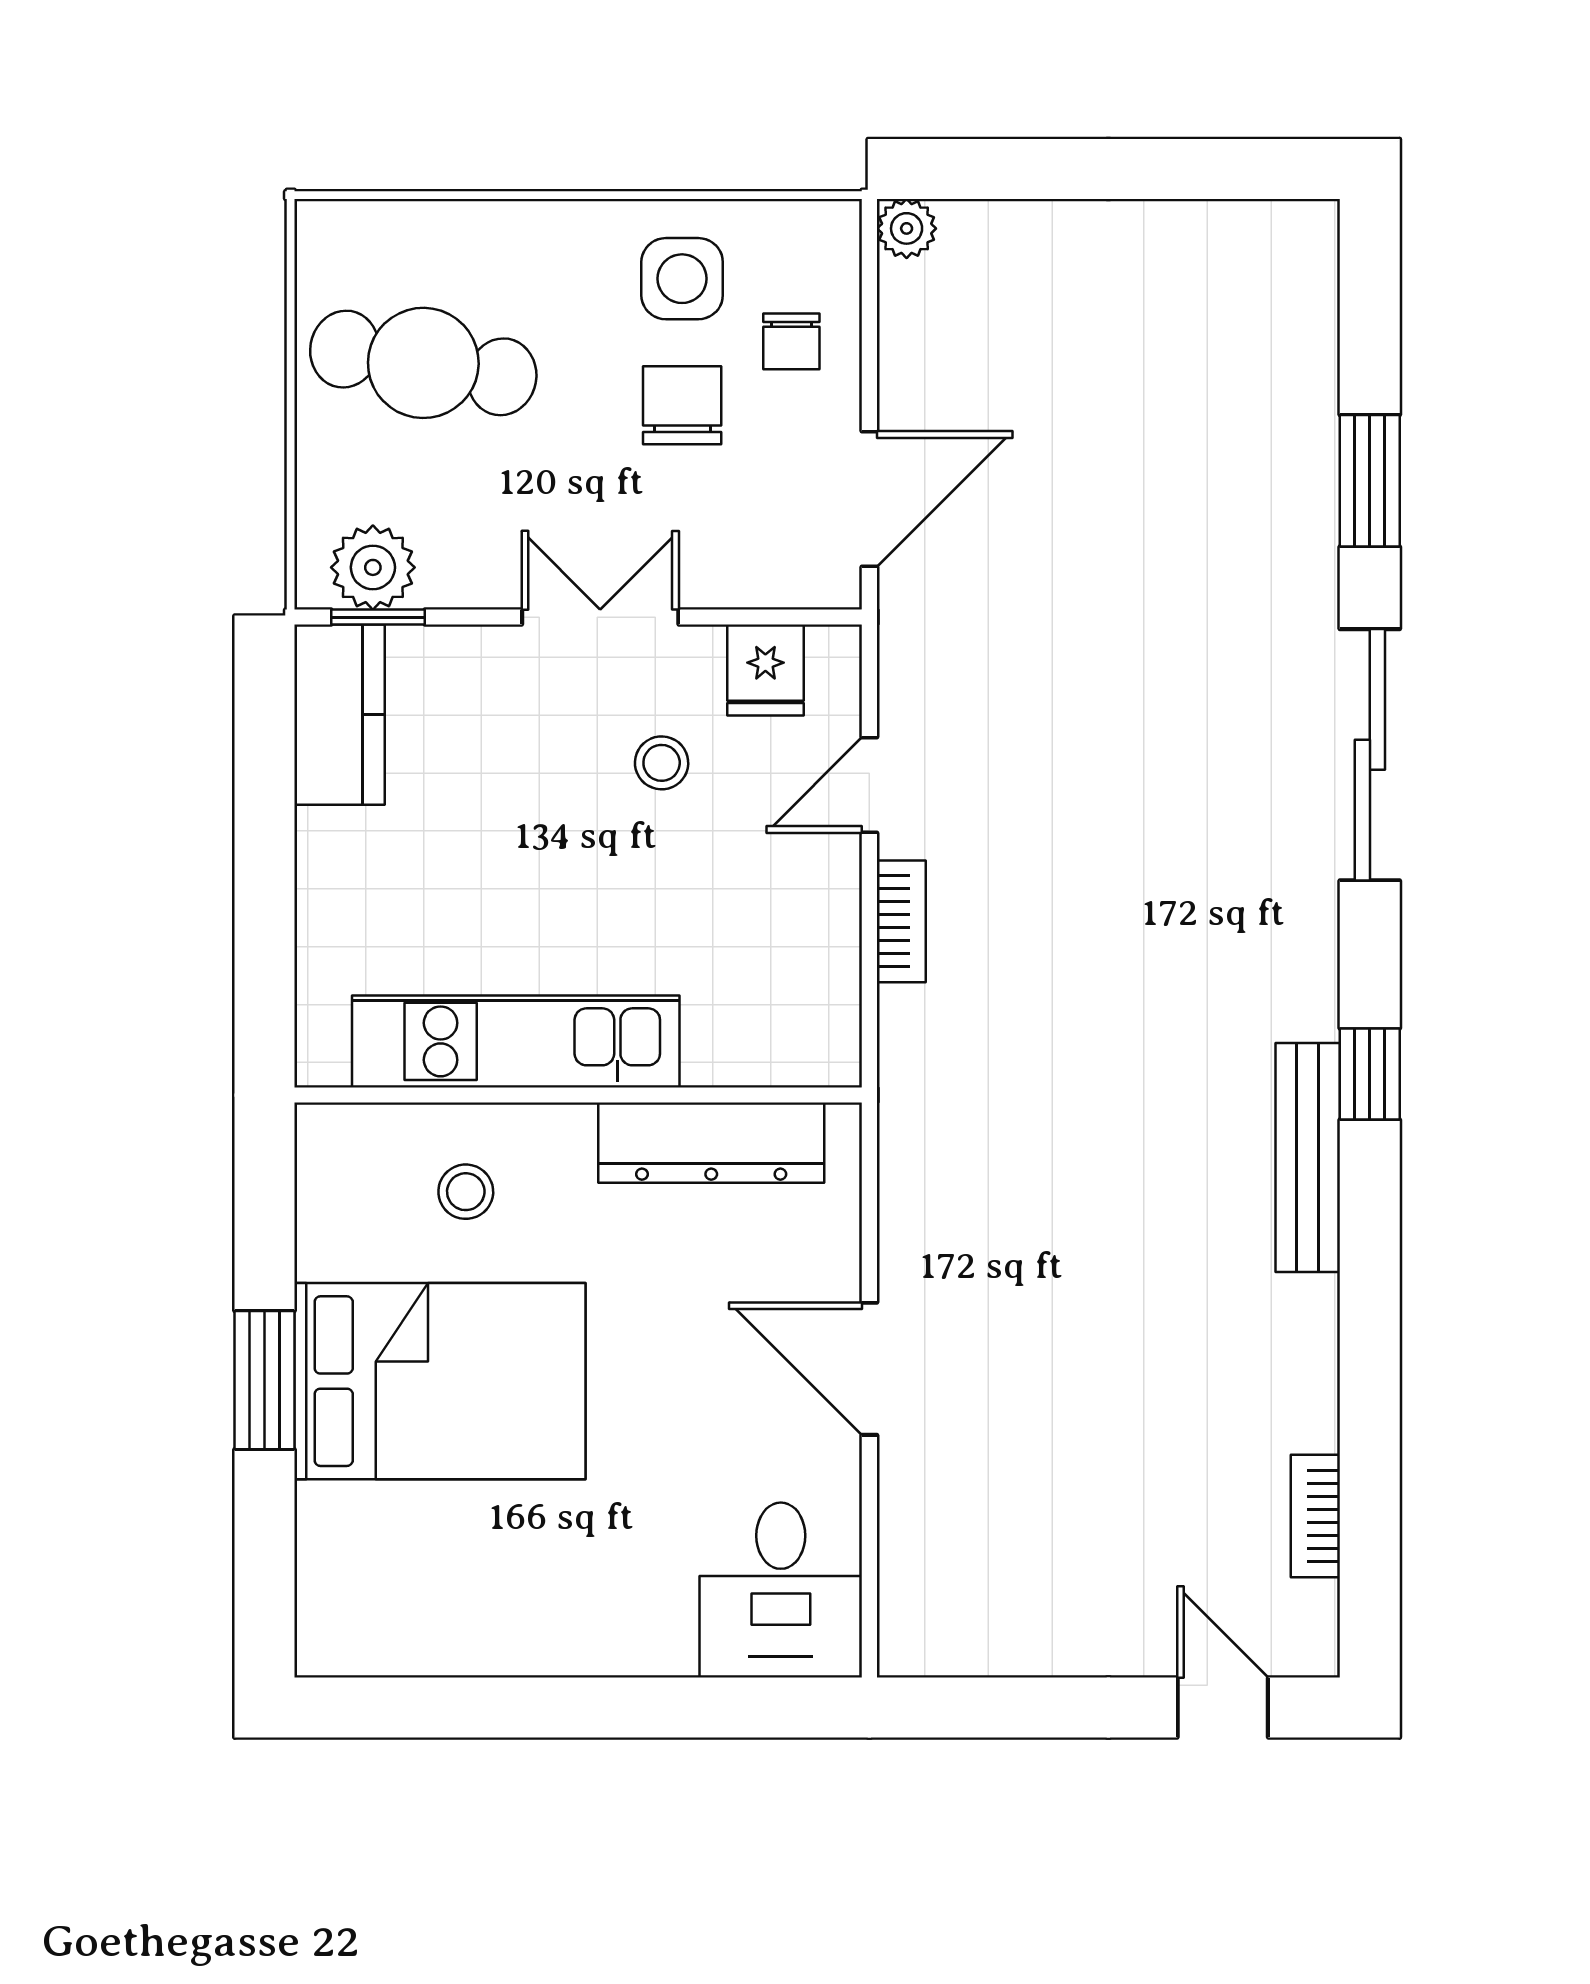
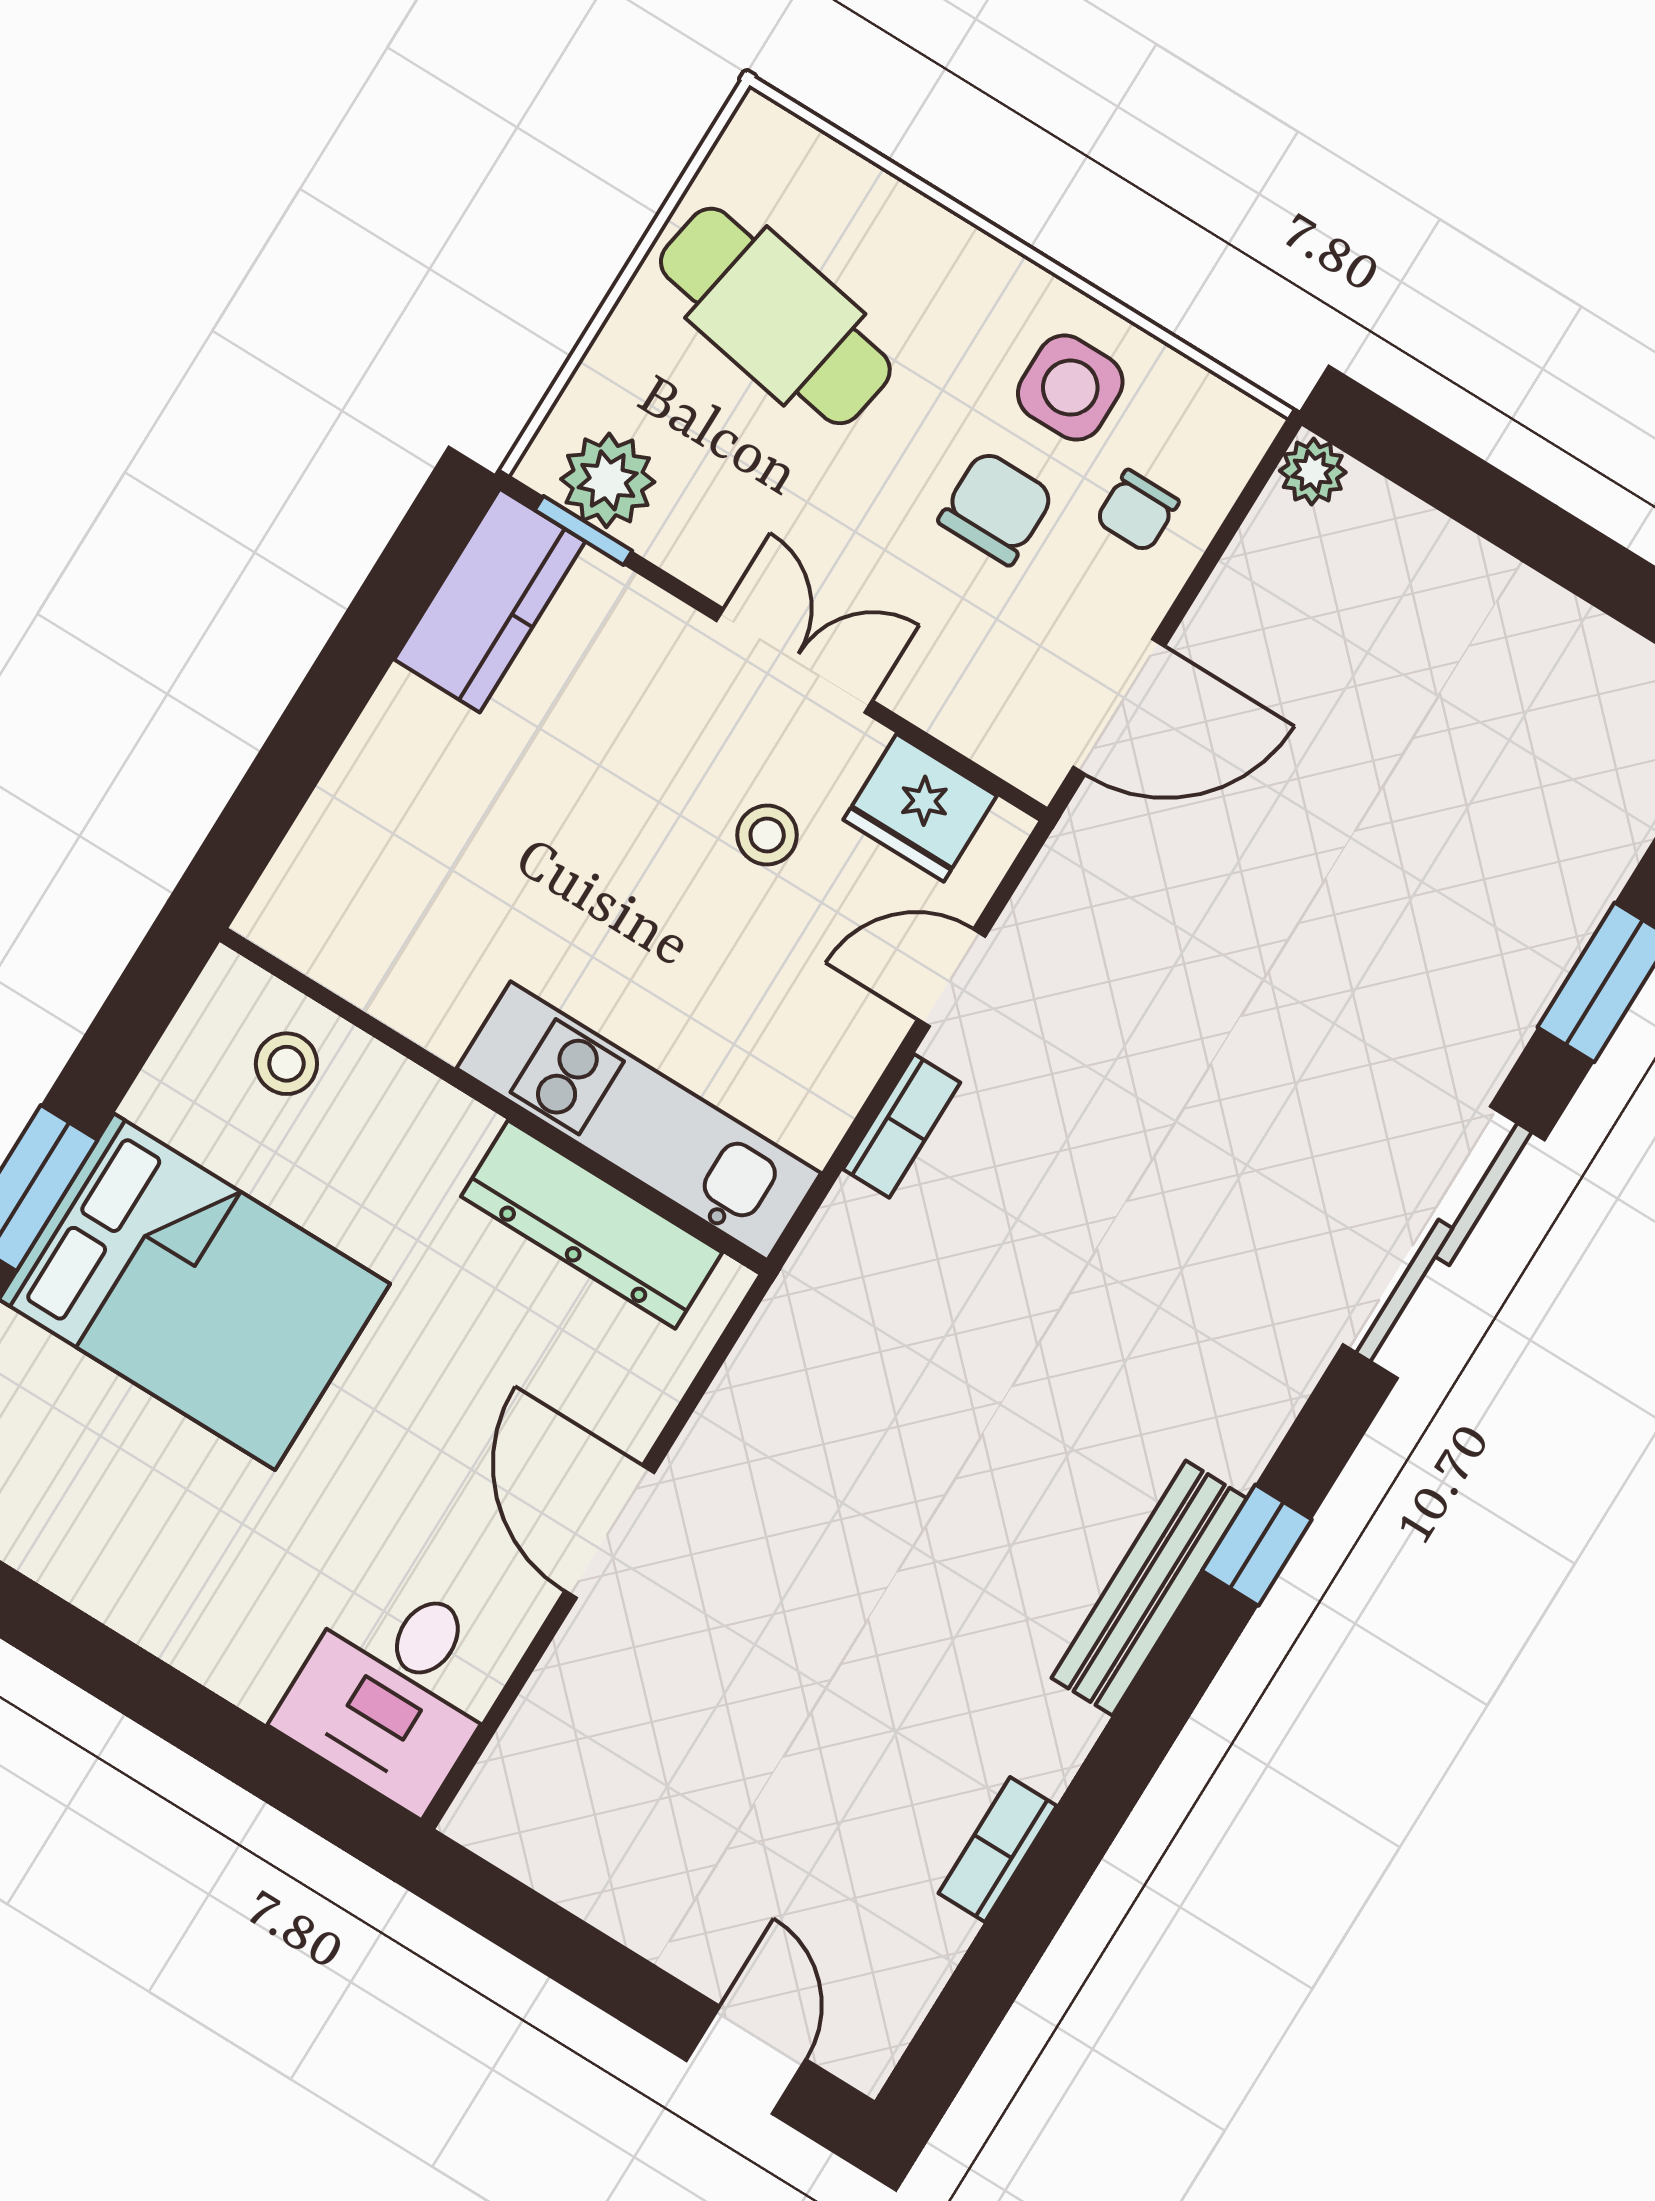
fridge: (765, 670) -> (920, 808), width x1.38
kitchen unit: (516, 1041) -> (639, 1121), moved
stool: (466, 1192) -> (286, 1064), moved
bookcase: (1315, 1516) -> (998, 1849), moved

